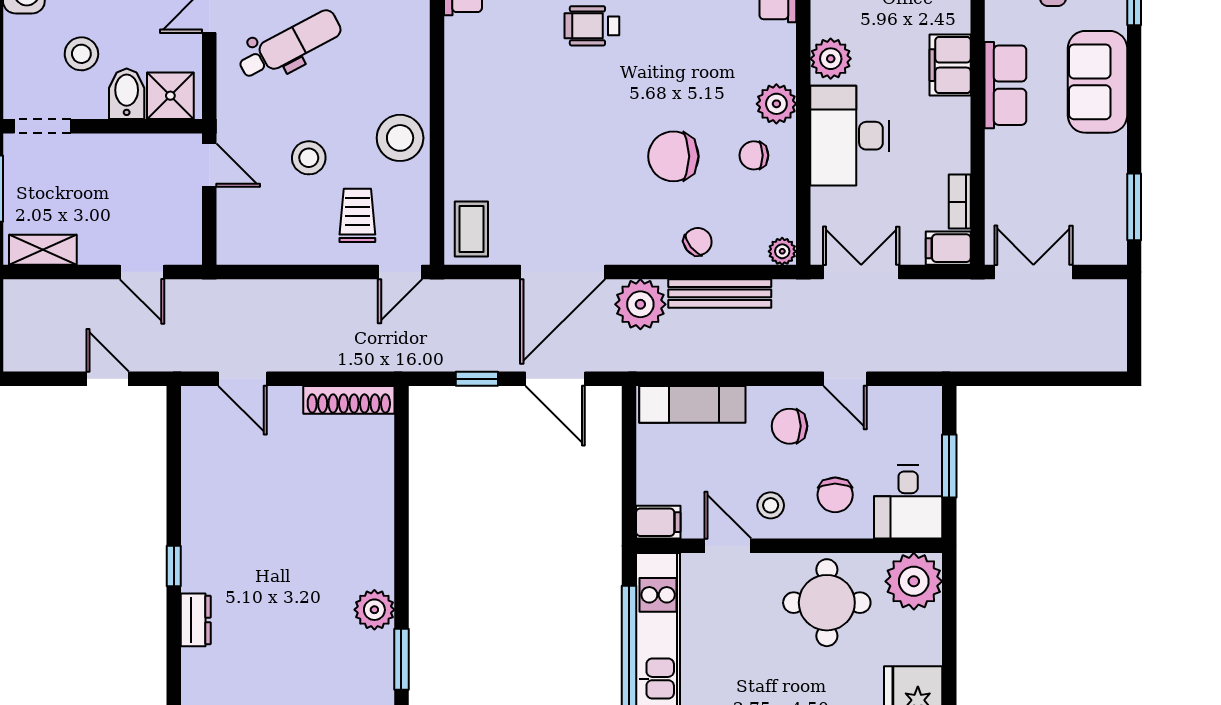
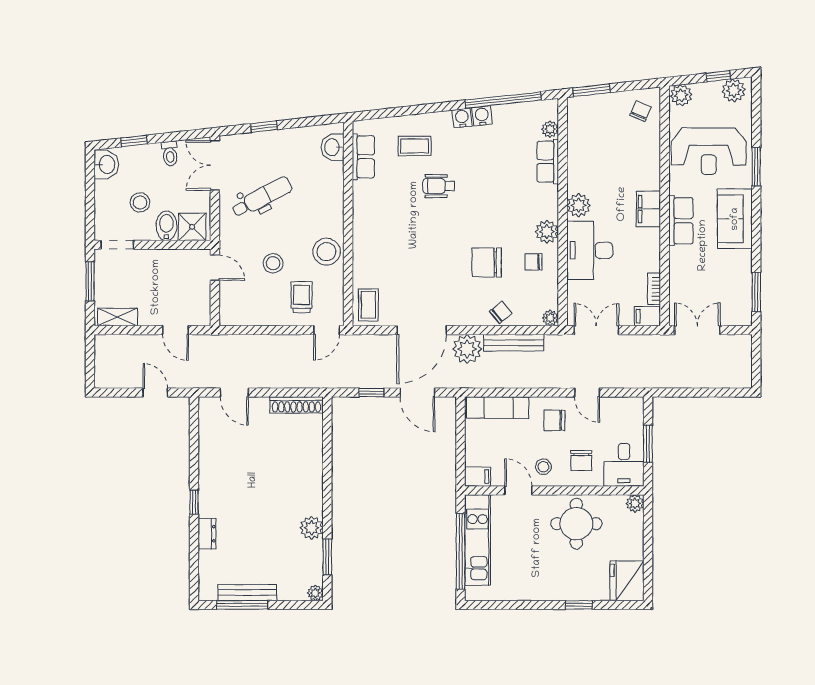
plant: (914, 581) -> (635, 503), width x0.53, depth x0.53

